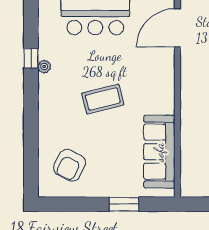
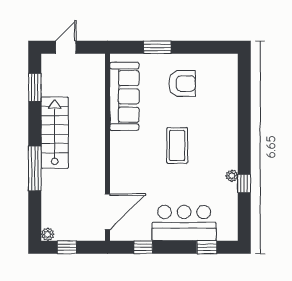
coffee table: (103, 99) -> (177, 145), turned -76
armchair: (70, 165) -> (182, 84), moved, turned 63

